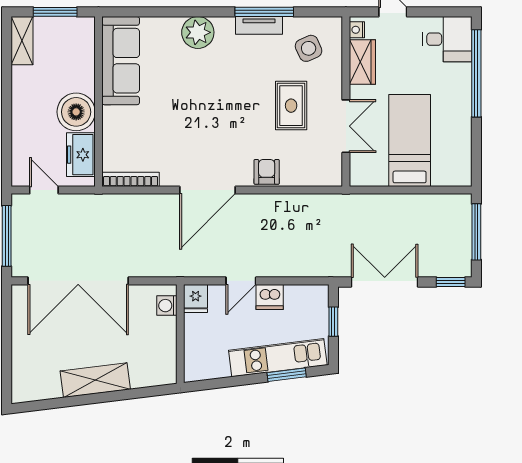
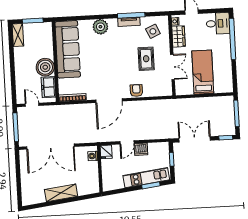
sofa: (121, 61) -> (68, 49), width x1.36, depth x1.27

